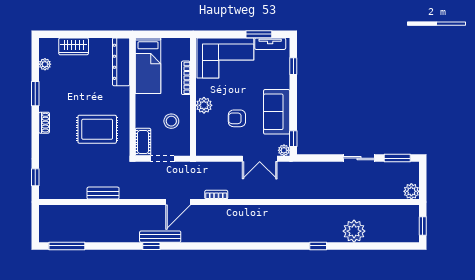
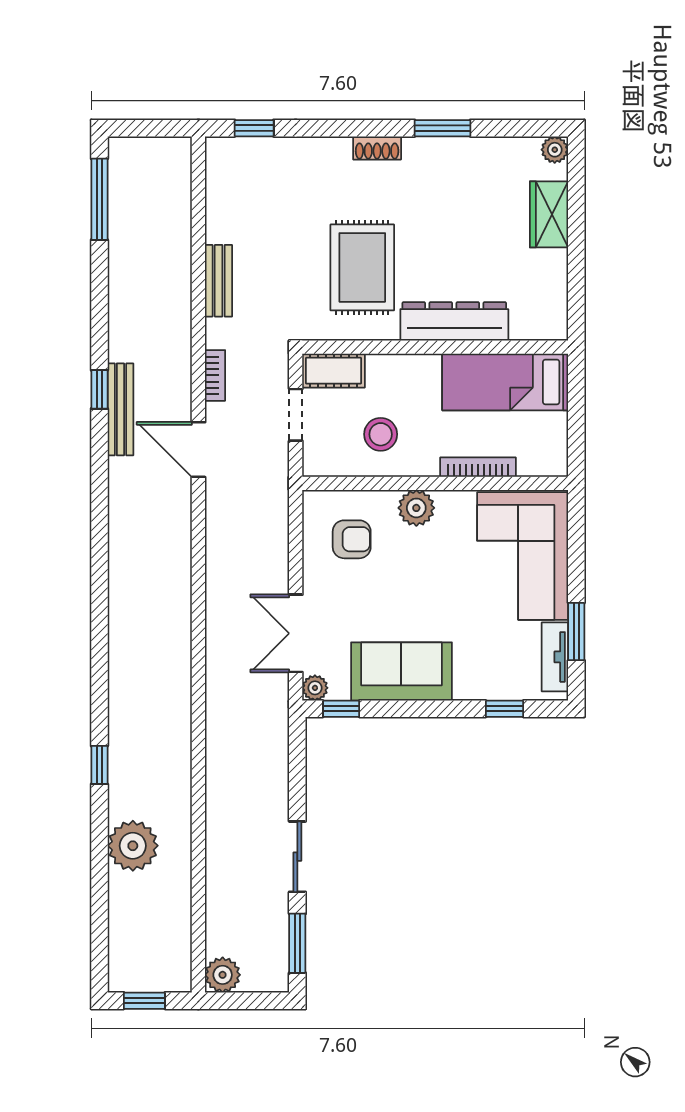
dresser: (121, 62) -> (454, 321), moved
plant: (45, 64) -> (555, 150), moved
armchair: (237, 118) -> (352, 539), moved, turned 90
bookcase: (216, 195) -> (215, 375), moved

